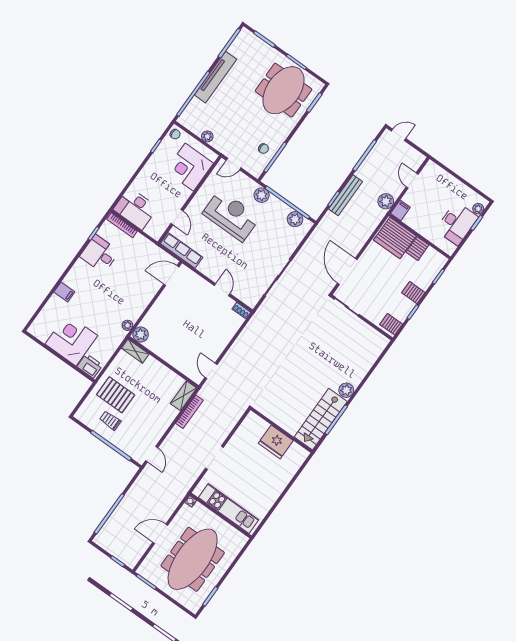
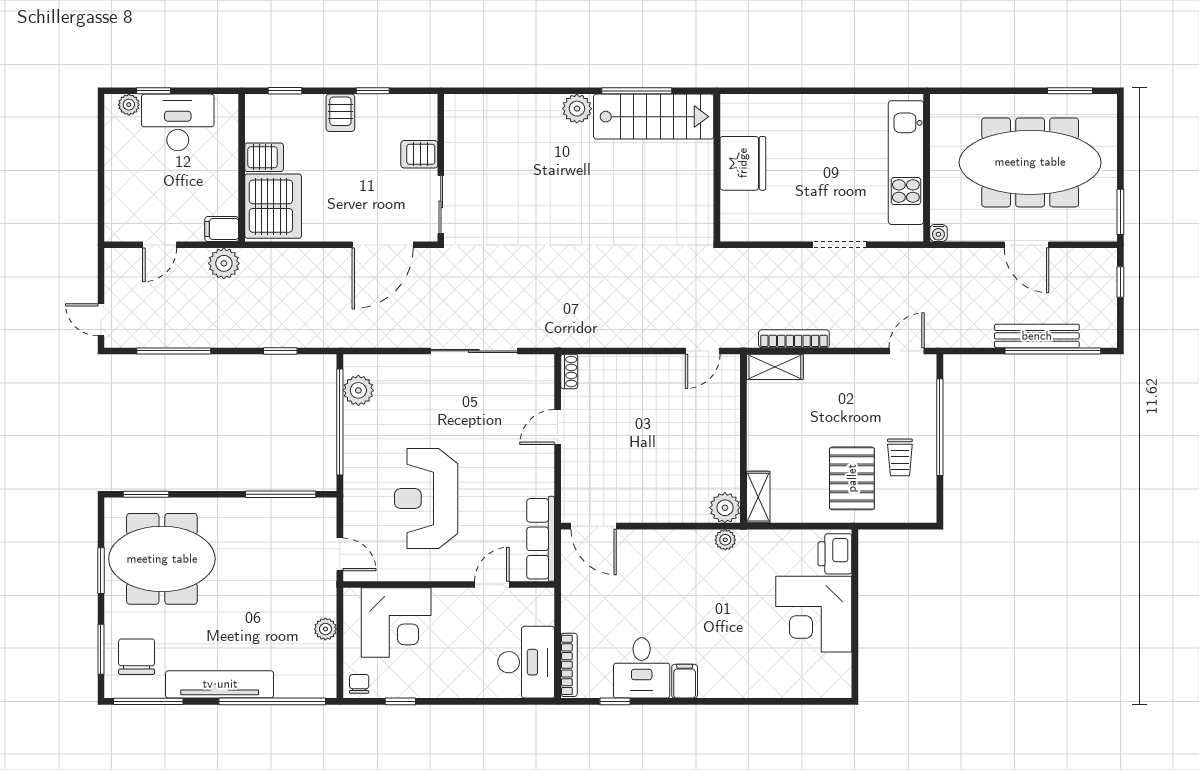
chair: (263, 149) -> (137, 657), moved, width x1.87, depth x1.87
plant: (262, 195) -> (358, 473), removed
bench: (346, 195) -> (1037, 336), moved
filing cabinet: (64, 292) -> (685, 681), moved
server rack: (391, 324) -> (419, 154), moved, turned 90

